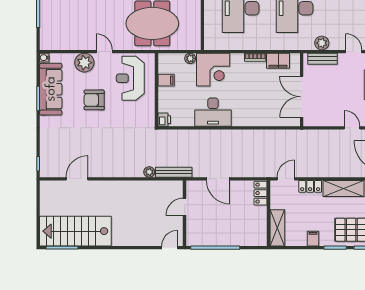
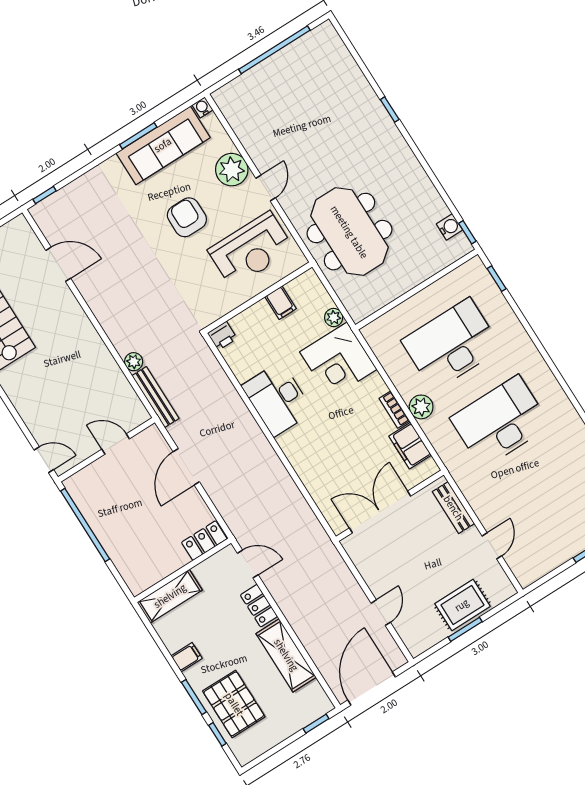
plant: (322, 43) -> (421, 407), moved
reception desk: (130, 78) -> (251, 250), turned 180

